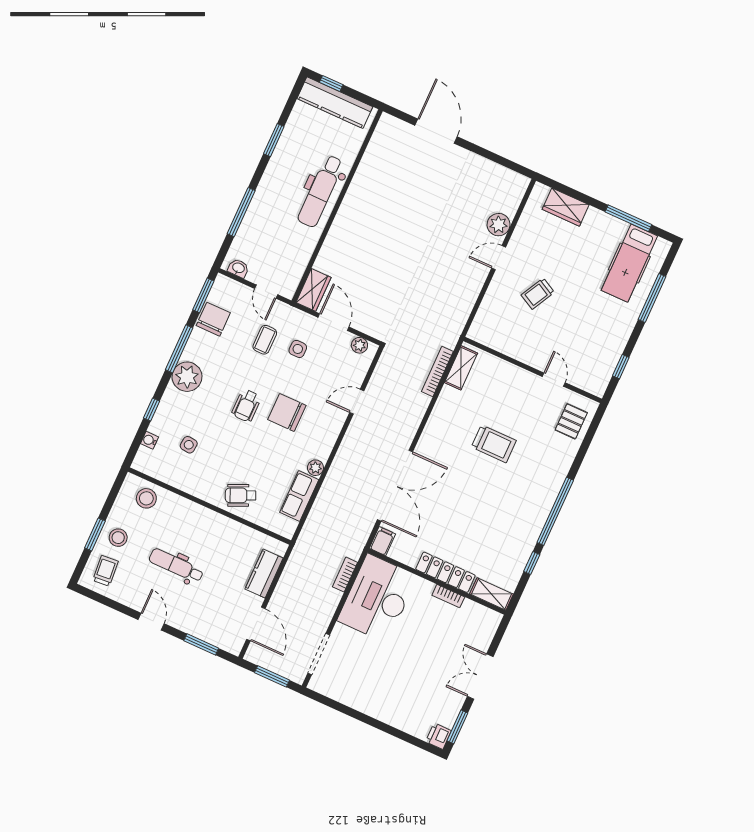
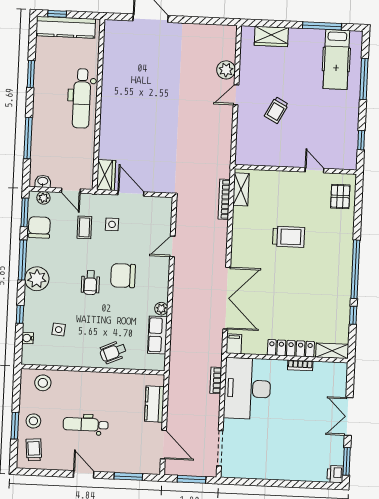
plant: (359, 345) -> (43, 198), moved

